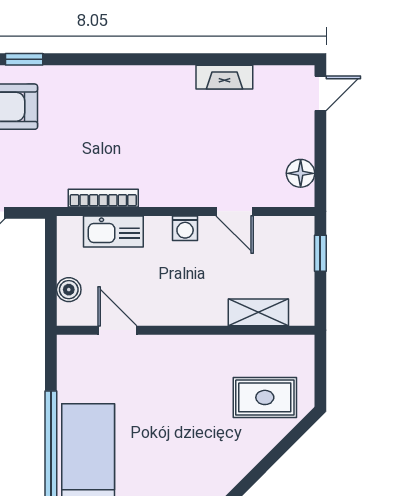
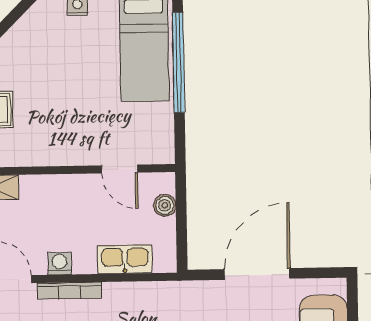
bookcase: (103, 198) -> (70, 291), moved

